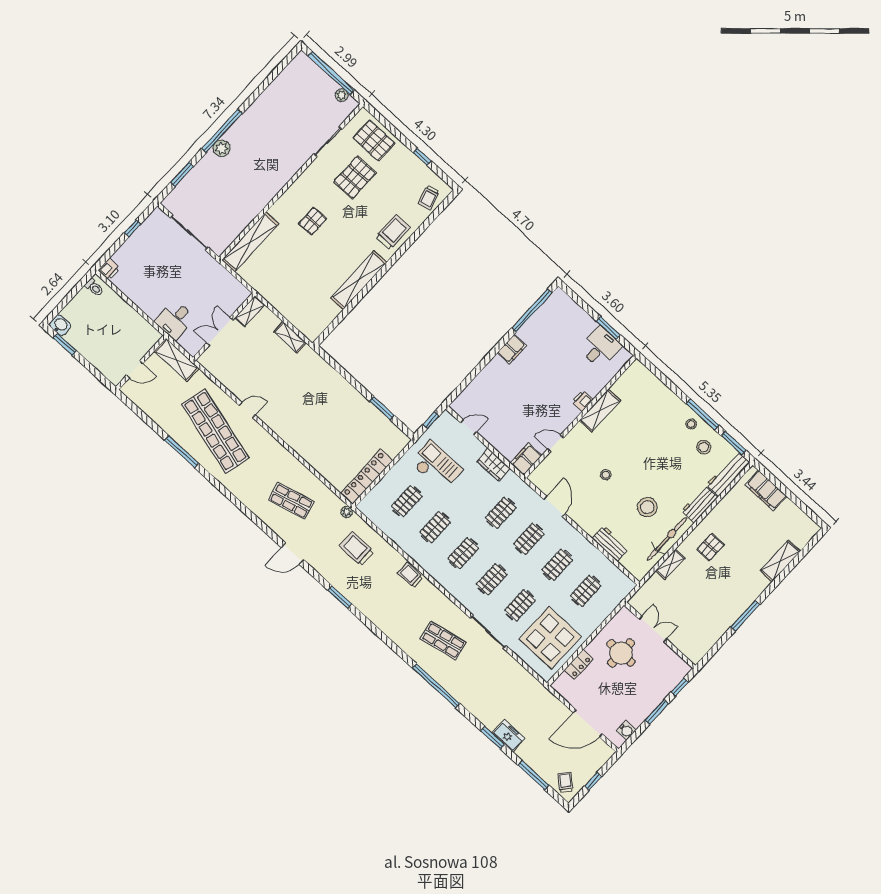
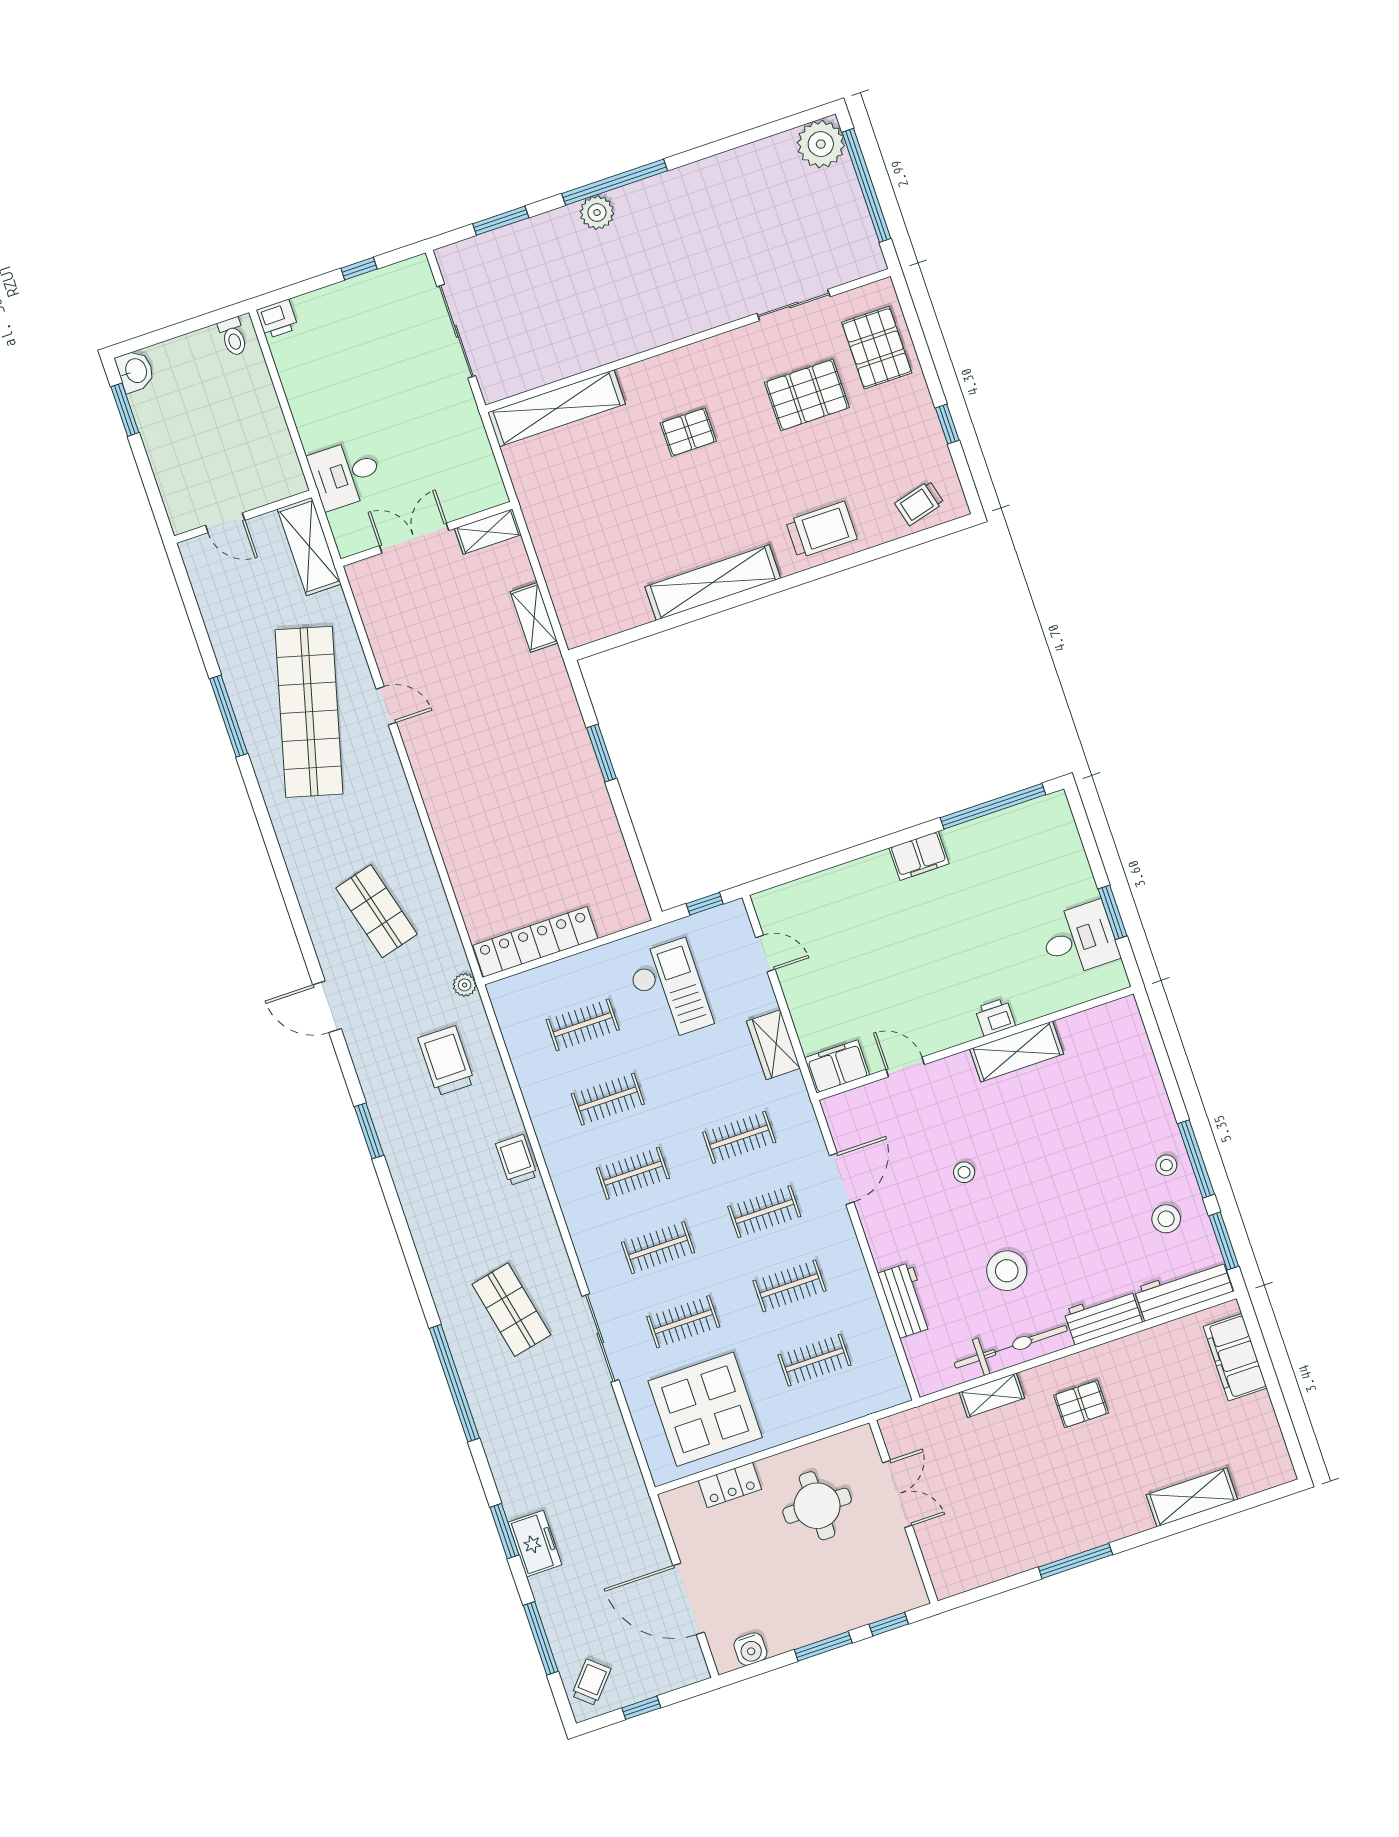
plant: (342, 95) -> (821, 144), moved, width x1.87, depth x1.87
window: (382, 408) -> (602, 753), moved

